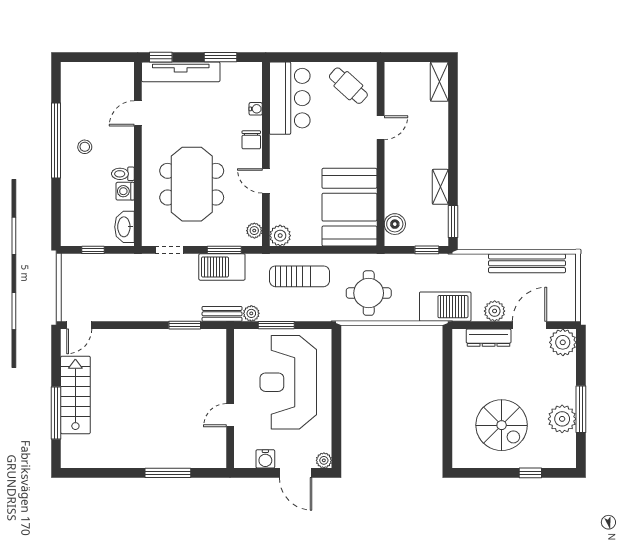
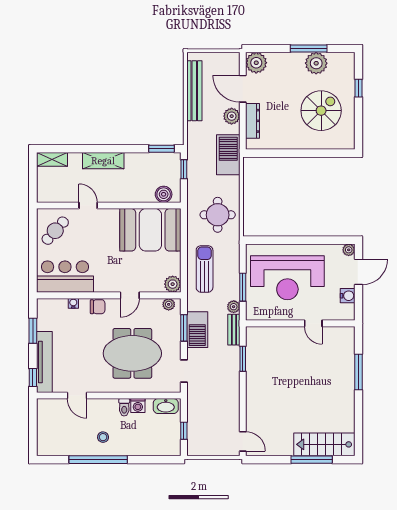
shelving: (440, 187) -> (103, 161), moved, width x1.50, depth x1.33
stairs: (75, 395) -> (324, 444), moved

